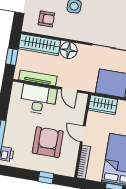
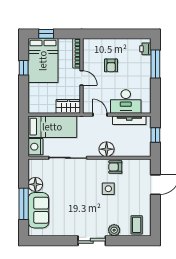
armchair: (46, 19) -> (115, 167), moved
wardrobe: (40, 45) -> (133, 150), removed
armchair: (48, 142) -> (111, 65), width x0.53, depth x0.53
window: (46, 178) -> (107, 34), removed

